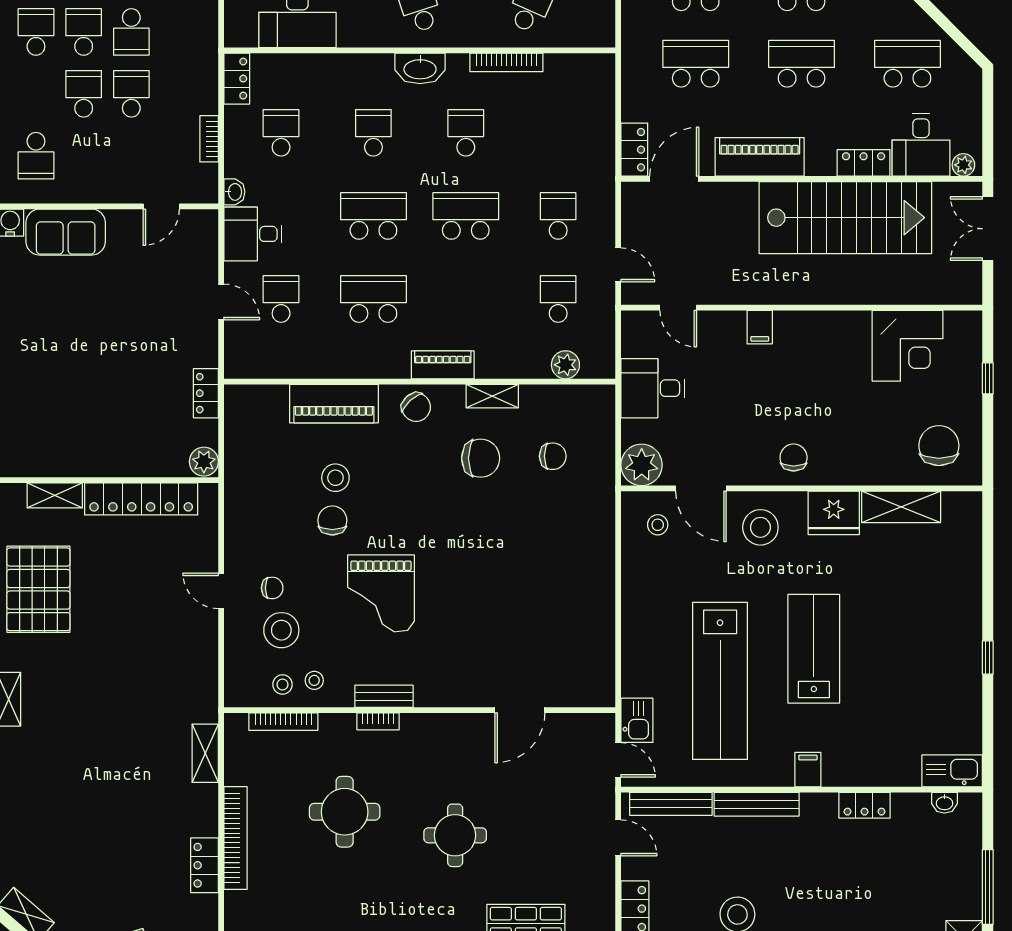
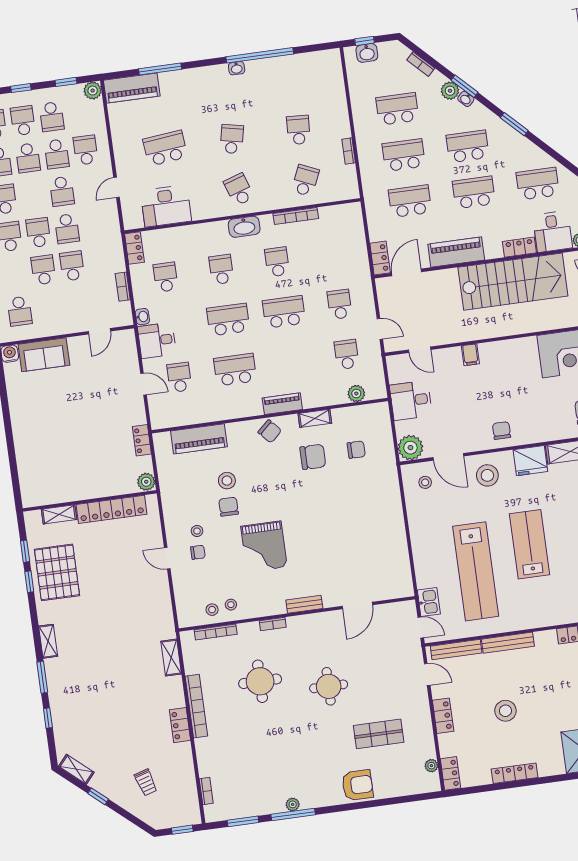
piano: (334, 404) -> (199, 439), moved
stool: (281, 630) -> (197, 531), moved, width x0.53, depth x0.53
bench: (384, 696) -> (304, 604), moved
filing cabinet: (808, 770) -> (536, 618), removed

